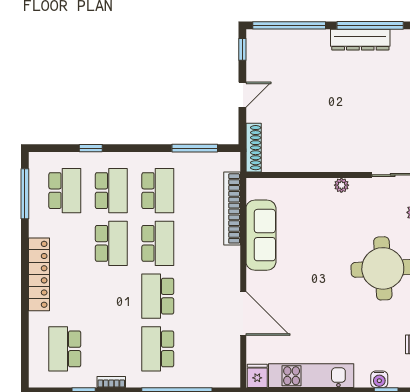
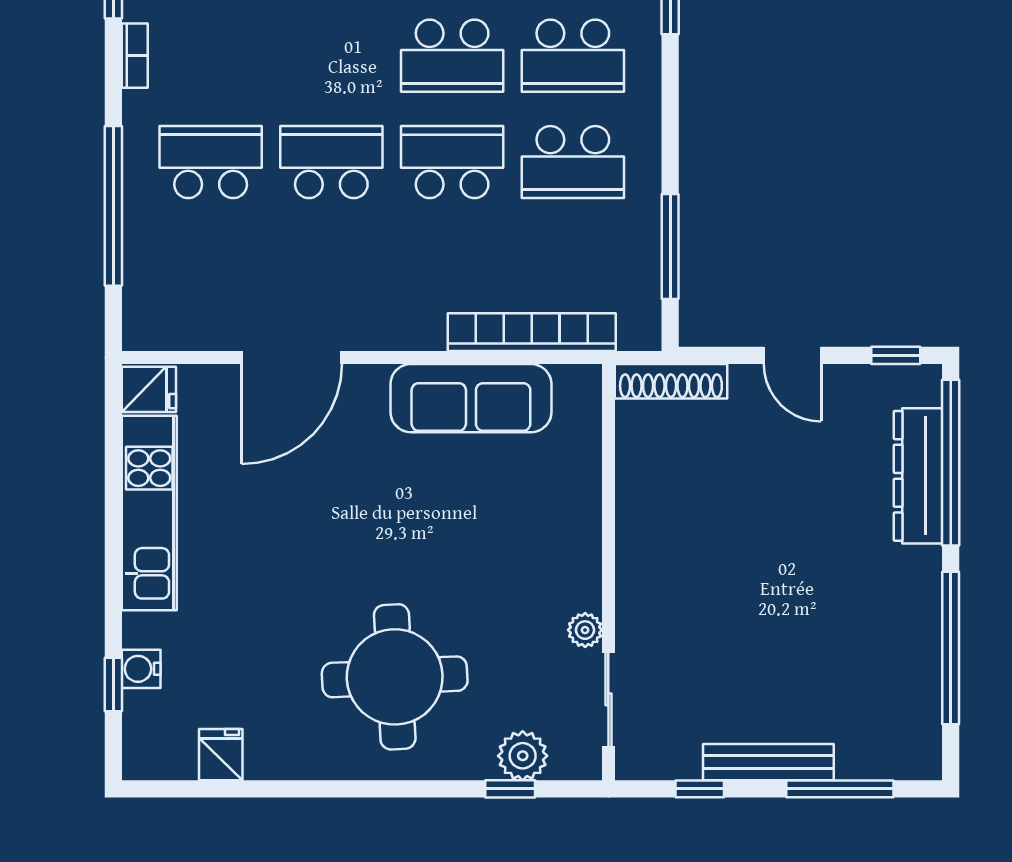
dresser: (360, 40) -> (918, 476), moved
plant: (341, 185) -> (585, 630), moved
school desk: (158, 243) -> (452, 162), turned 180

